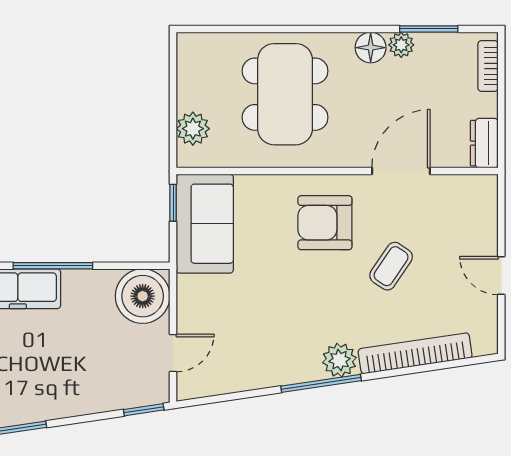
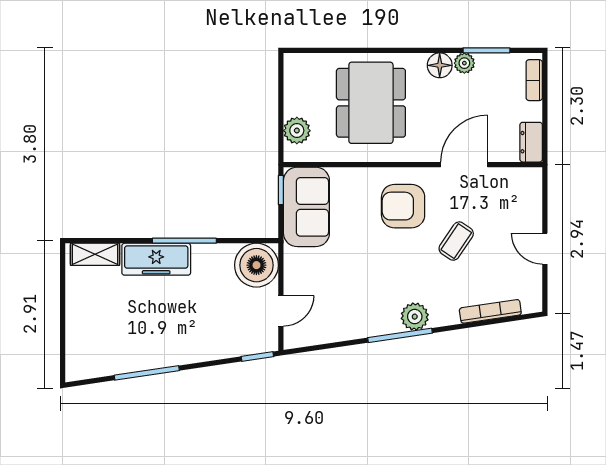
bookcase: (415, 353) -> (490, 311), width x0.68, depth x0.76

